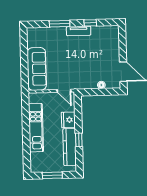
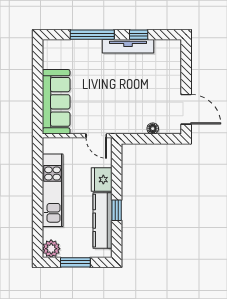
window: (60, 24) -> (92, 35), width x1.44
tv unit: (79, 31) -> (128, 46), width x1.41
plant: (36, 167) -> (51, 249), added

